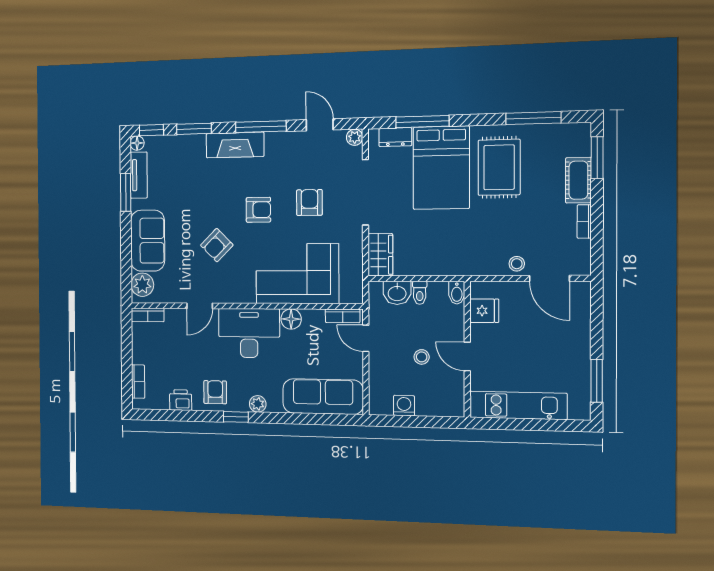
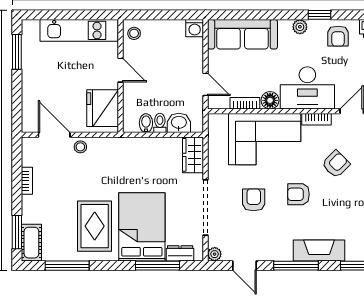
cot: (578, 180) -> (31, 243), moved
armchair: (309, 202) -> (254, 200), turned 180
bidet: (457, 293) -> (146, 123), moved
bookcase: (239, 297) -> (317, 119), added
fridge: (484, 311) -> (103, 108), width x1.88, depth x1.34
bookcase: (343, 316) -> (245, 103), moved
stool: (422, 357) -> (134, 33), moved
washing machine: (404, 406) -> (195, 28), moved

